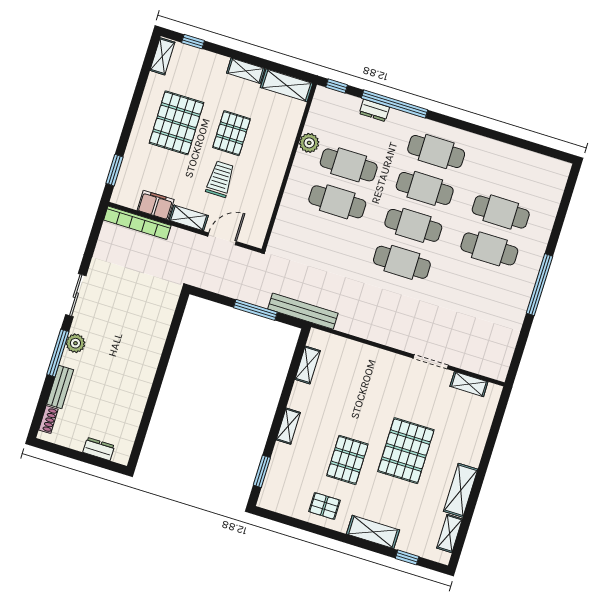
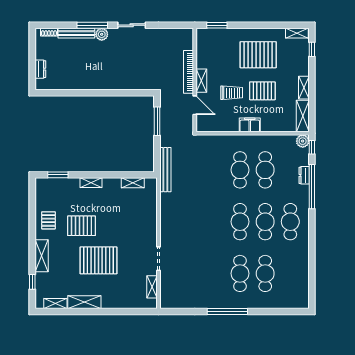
plant: (309, 143) -> (303, 141), moved
filing cabinet: (156, 205) -> (250, 125), moved, turned -90
bookcase: (137, 223) -> (189, 72), moved
cafe table: (402, 262) -> (215, 222), removed
window: (255, 310) -> (157, 121), moved
bench: (60, 387) -> (76, 33), width x1.36

